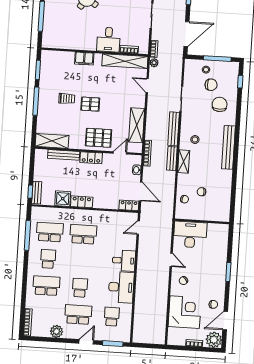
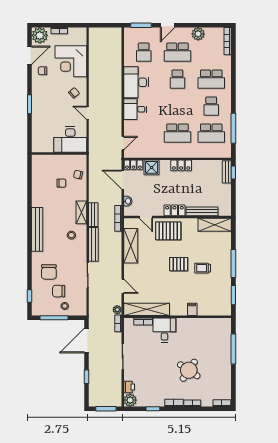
filing cabinet: (84, 59) -> (192, 309), width x0.50
door: (120, 153) -> (146, 217), hinge flipped
shower: (63, 199) -> (152, 167), moved

